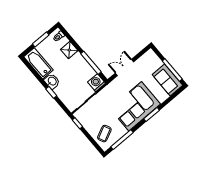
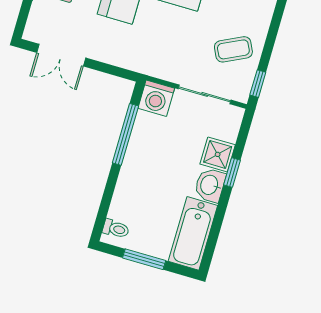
shower: (69, 50) -> (218, 154), moved
double door: (124, 68) -> (61, 55), moved
coffee table: (104, 134) -> (233, 49), moved

